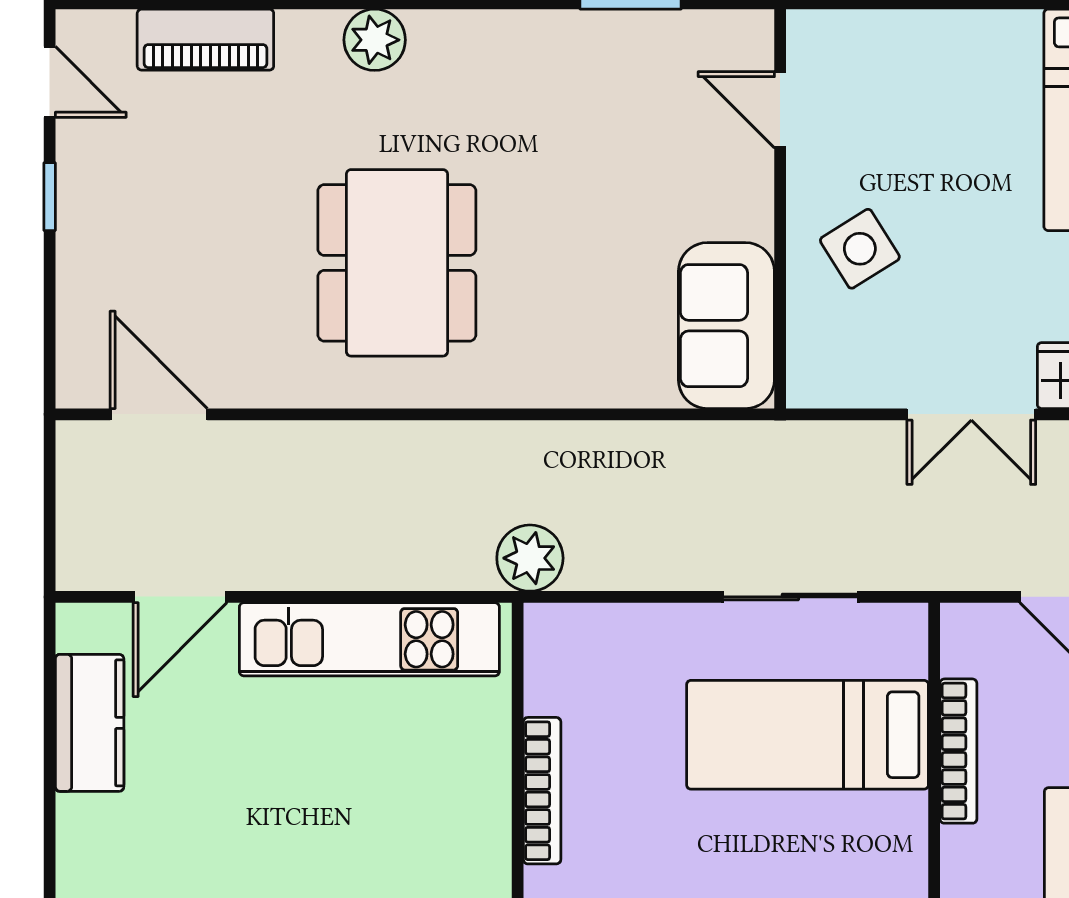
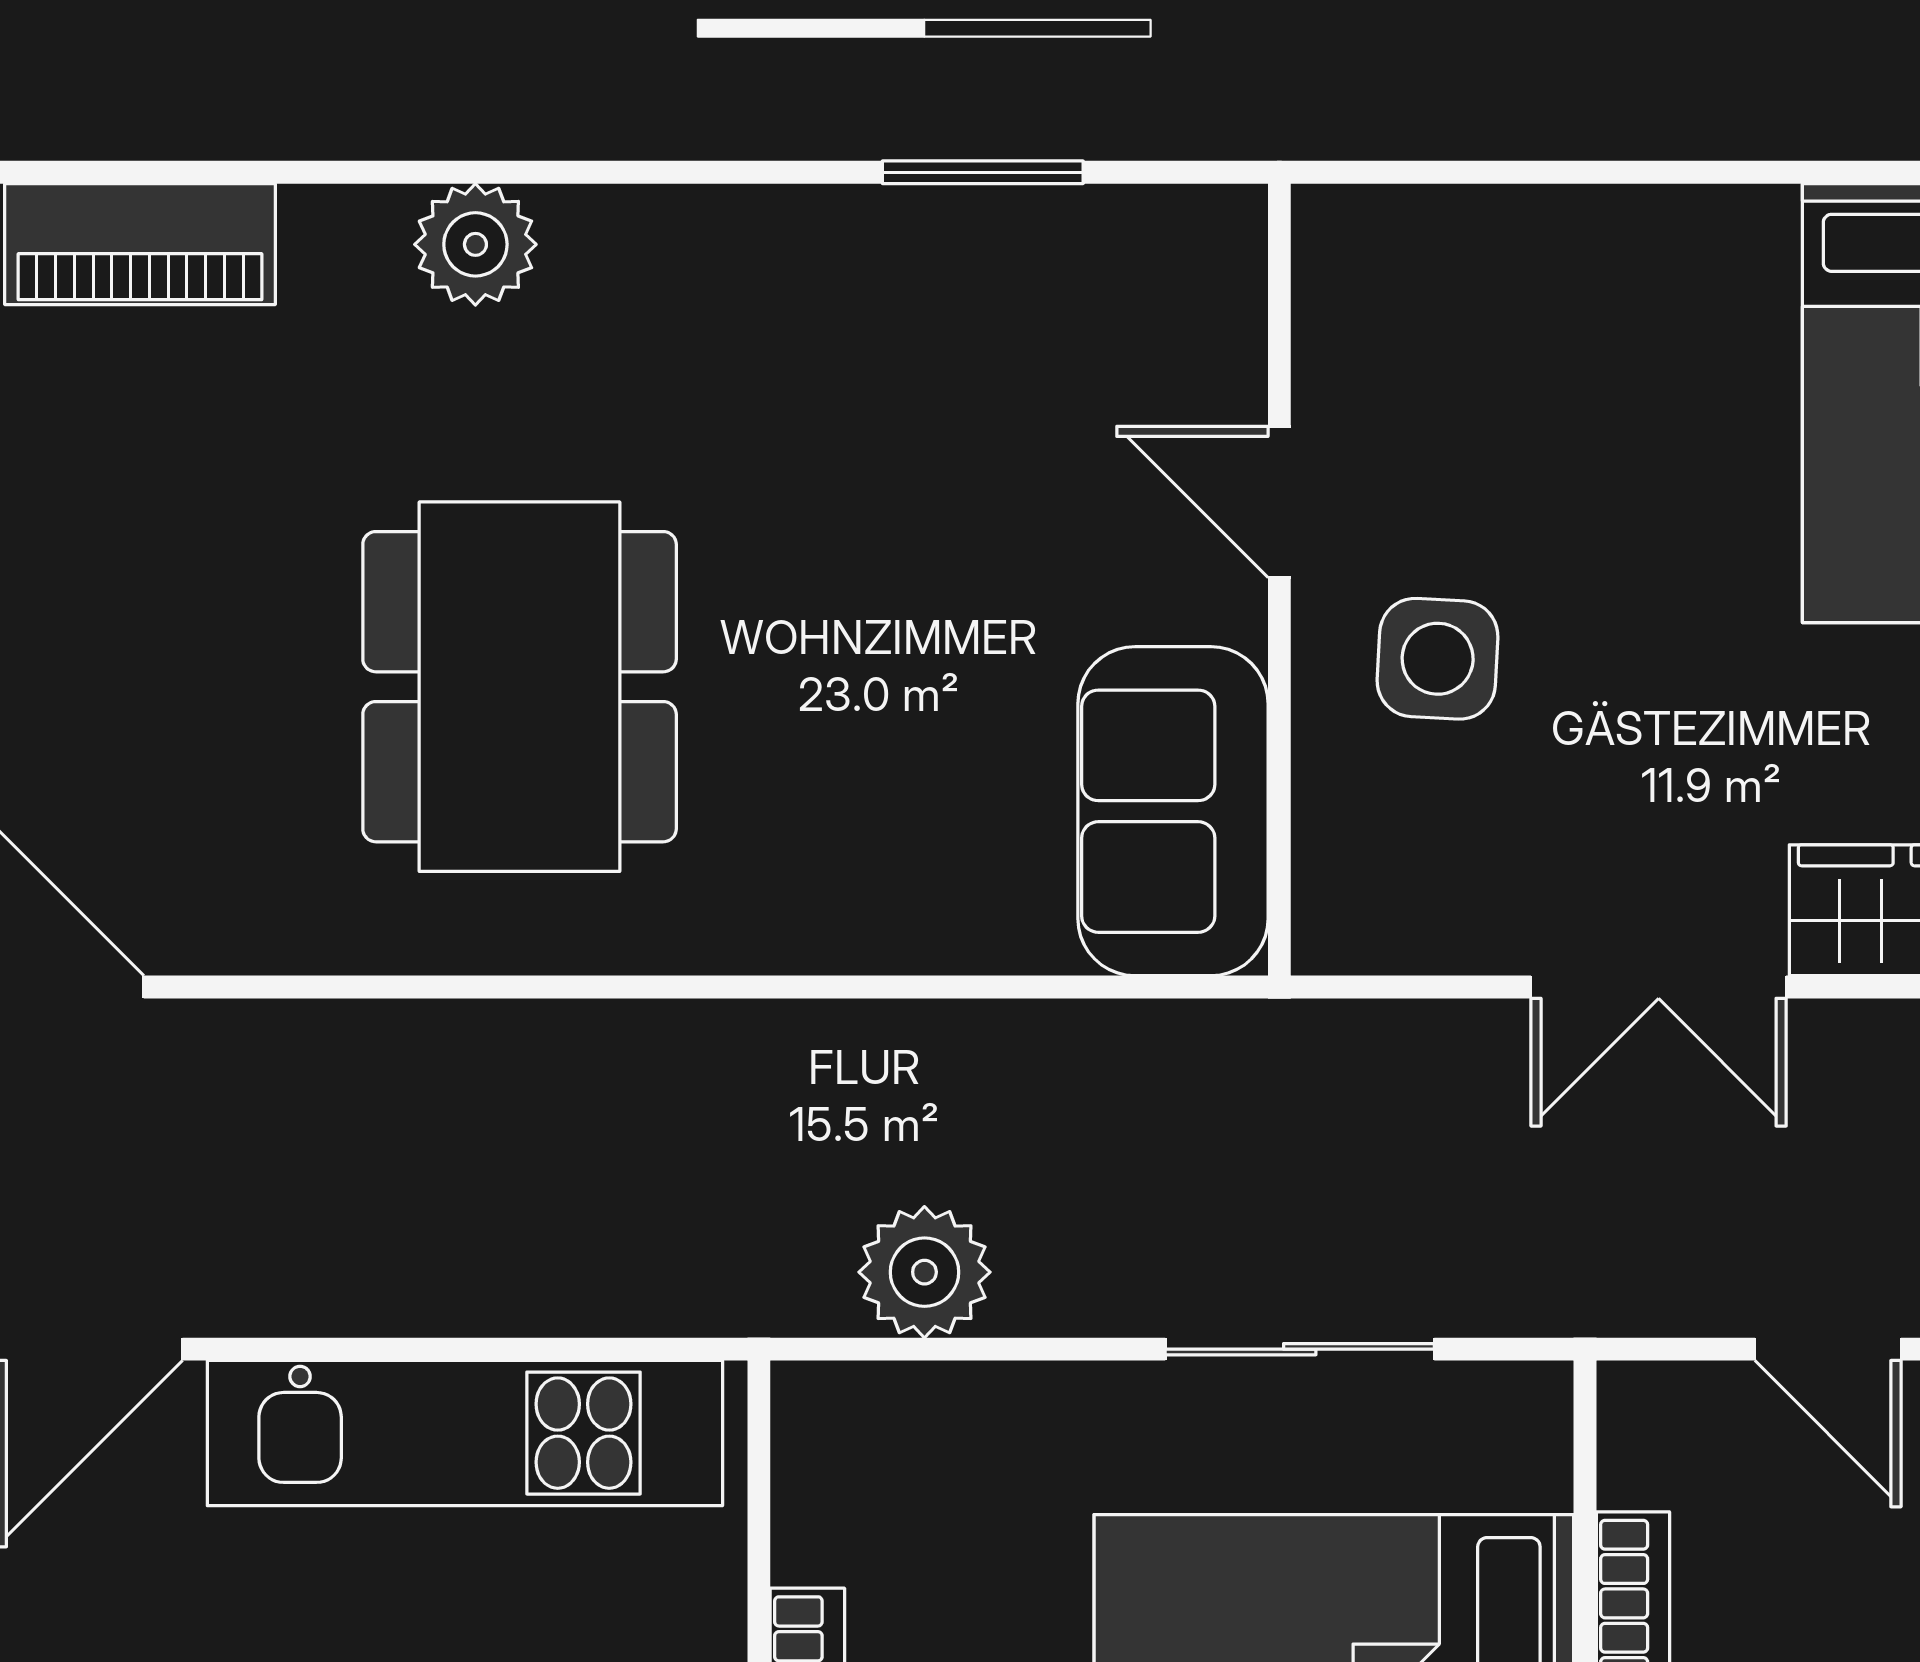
door: (780, 110) -> (1279, 502), moved
side table: (860, 249) -> (1438, 659), turned 35
plant: (530, 558) -> (924, 1272), moved

